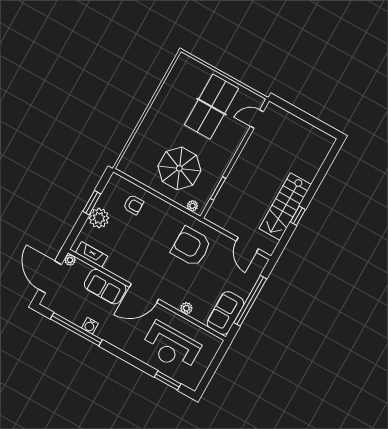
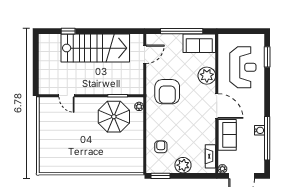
table tennis table: (212, 107) -> (65, 131), removed
door: (257, 119) -> (67, 96), moved
parasol: (179, 168) -> (114, 117), moved
window: (92, 203) -> (160, 176), moved
stairs: (285, 207) -> (95, 48), width x1.36, depth x1.51
window: (298, 216) -> (68, 31), moved
plant: (186, 308) -> (207, 76), width x1.88, depth x1.88

